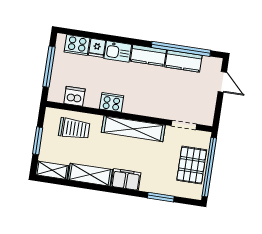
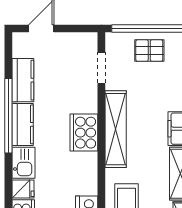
window: (181, 49) -> (8, 116), moved
cooker: (112, 102) -> (84, 133), moved, width x1.37, depth x1.31
pallet: (192, 165) -> (149, 51), width x0.67, depth x0.71

